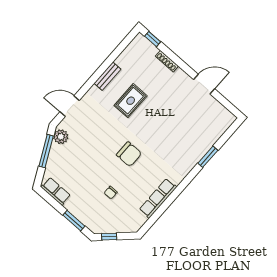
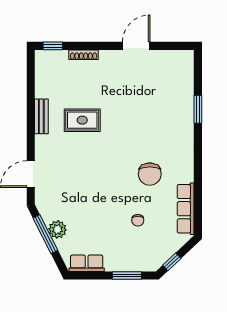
rug: (131, 101) -> (82, 120), turned 90
plant: (61, 137) -> (57, 229), moved
chair: (129, 154) -> (150, 174), moved, turned 90
row of seats: (158, 198) -> (186, 209), moved

